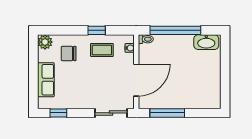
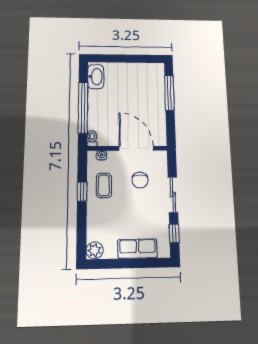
chair: (69, 53) -> (140, 180), moved
sliding door: (111, 113) -> (173, 195), moved
window: (167, 113) -> (169, 93), moved

